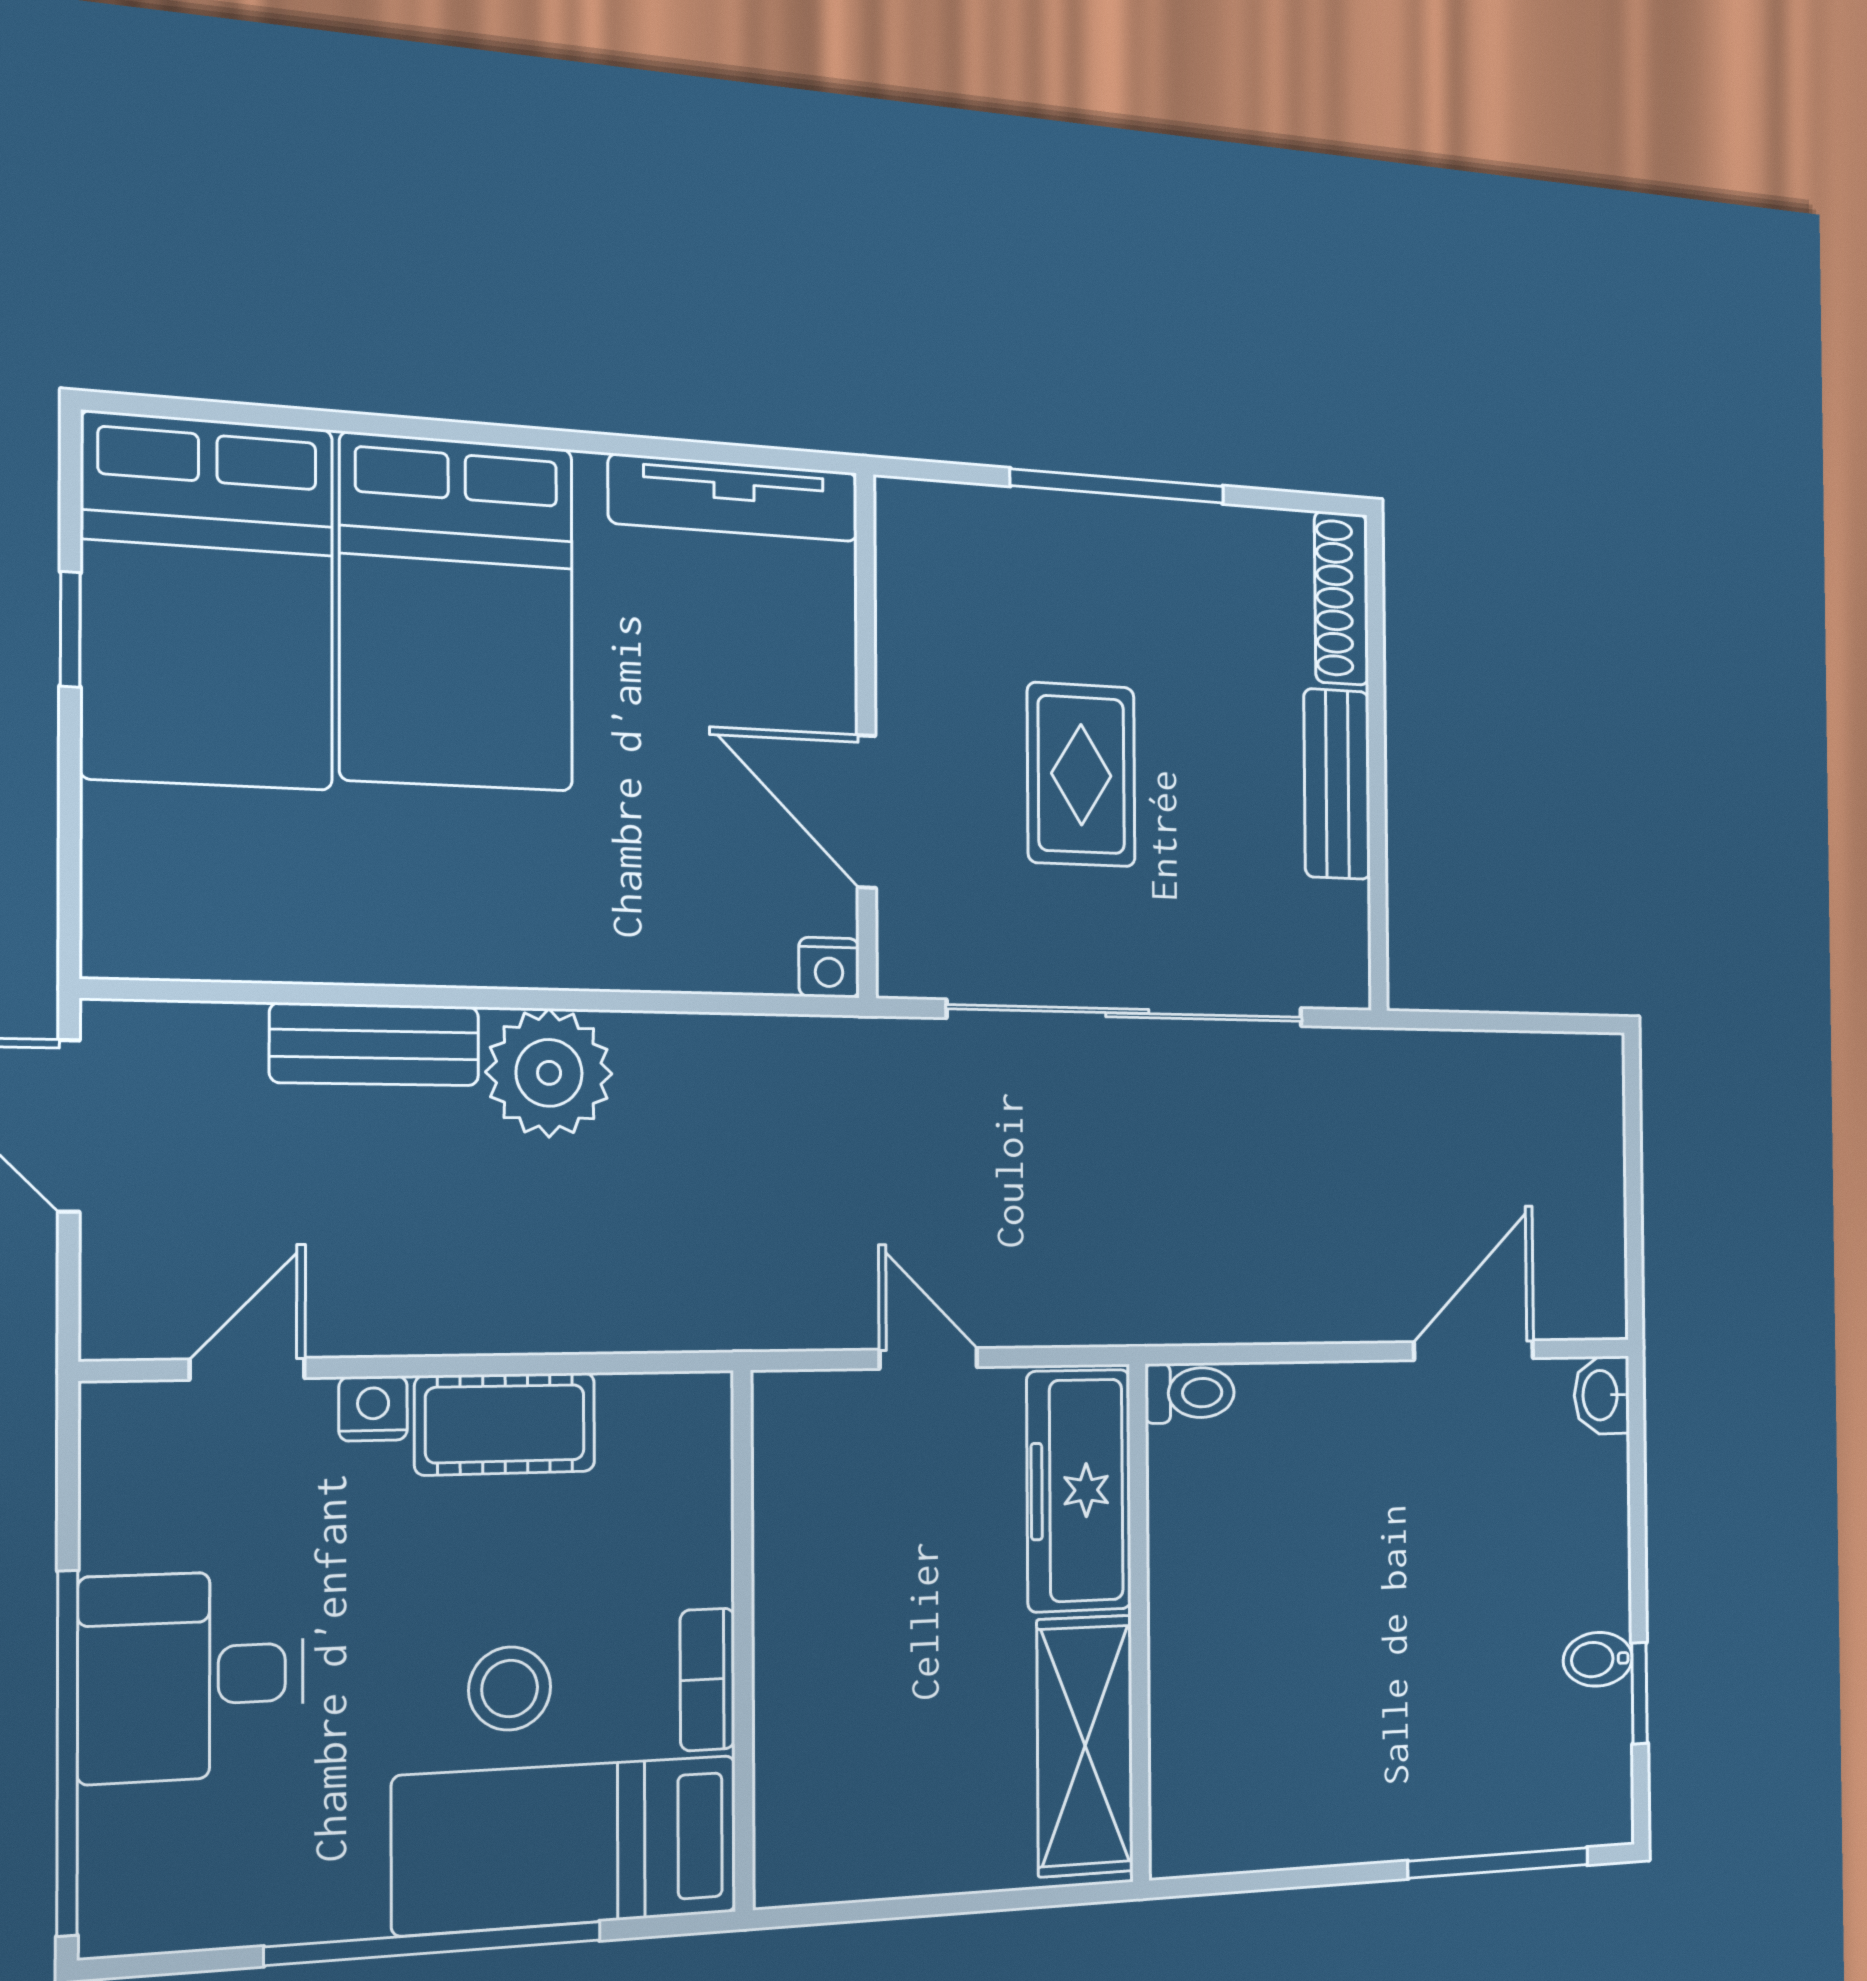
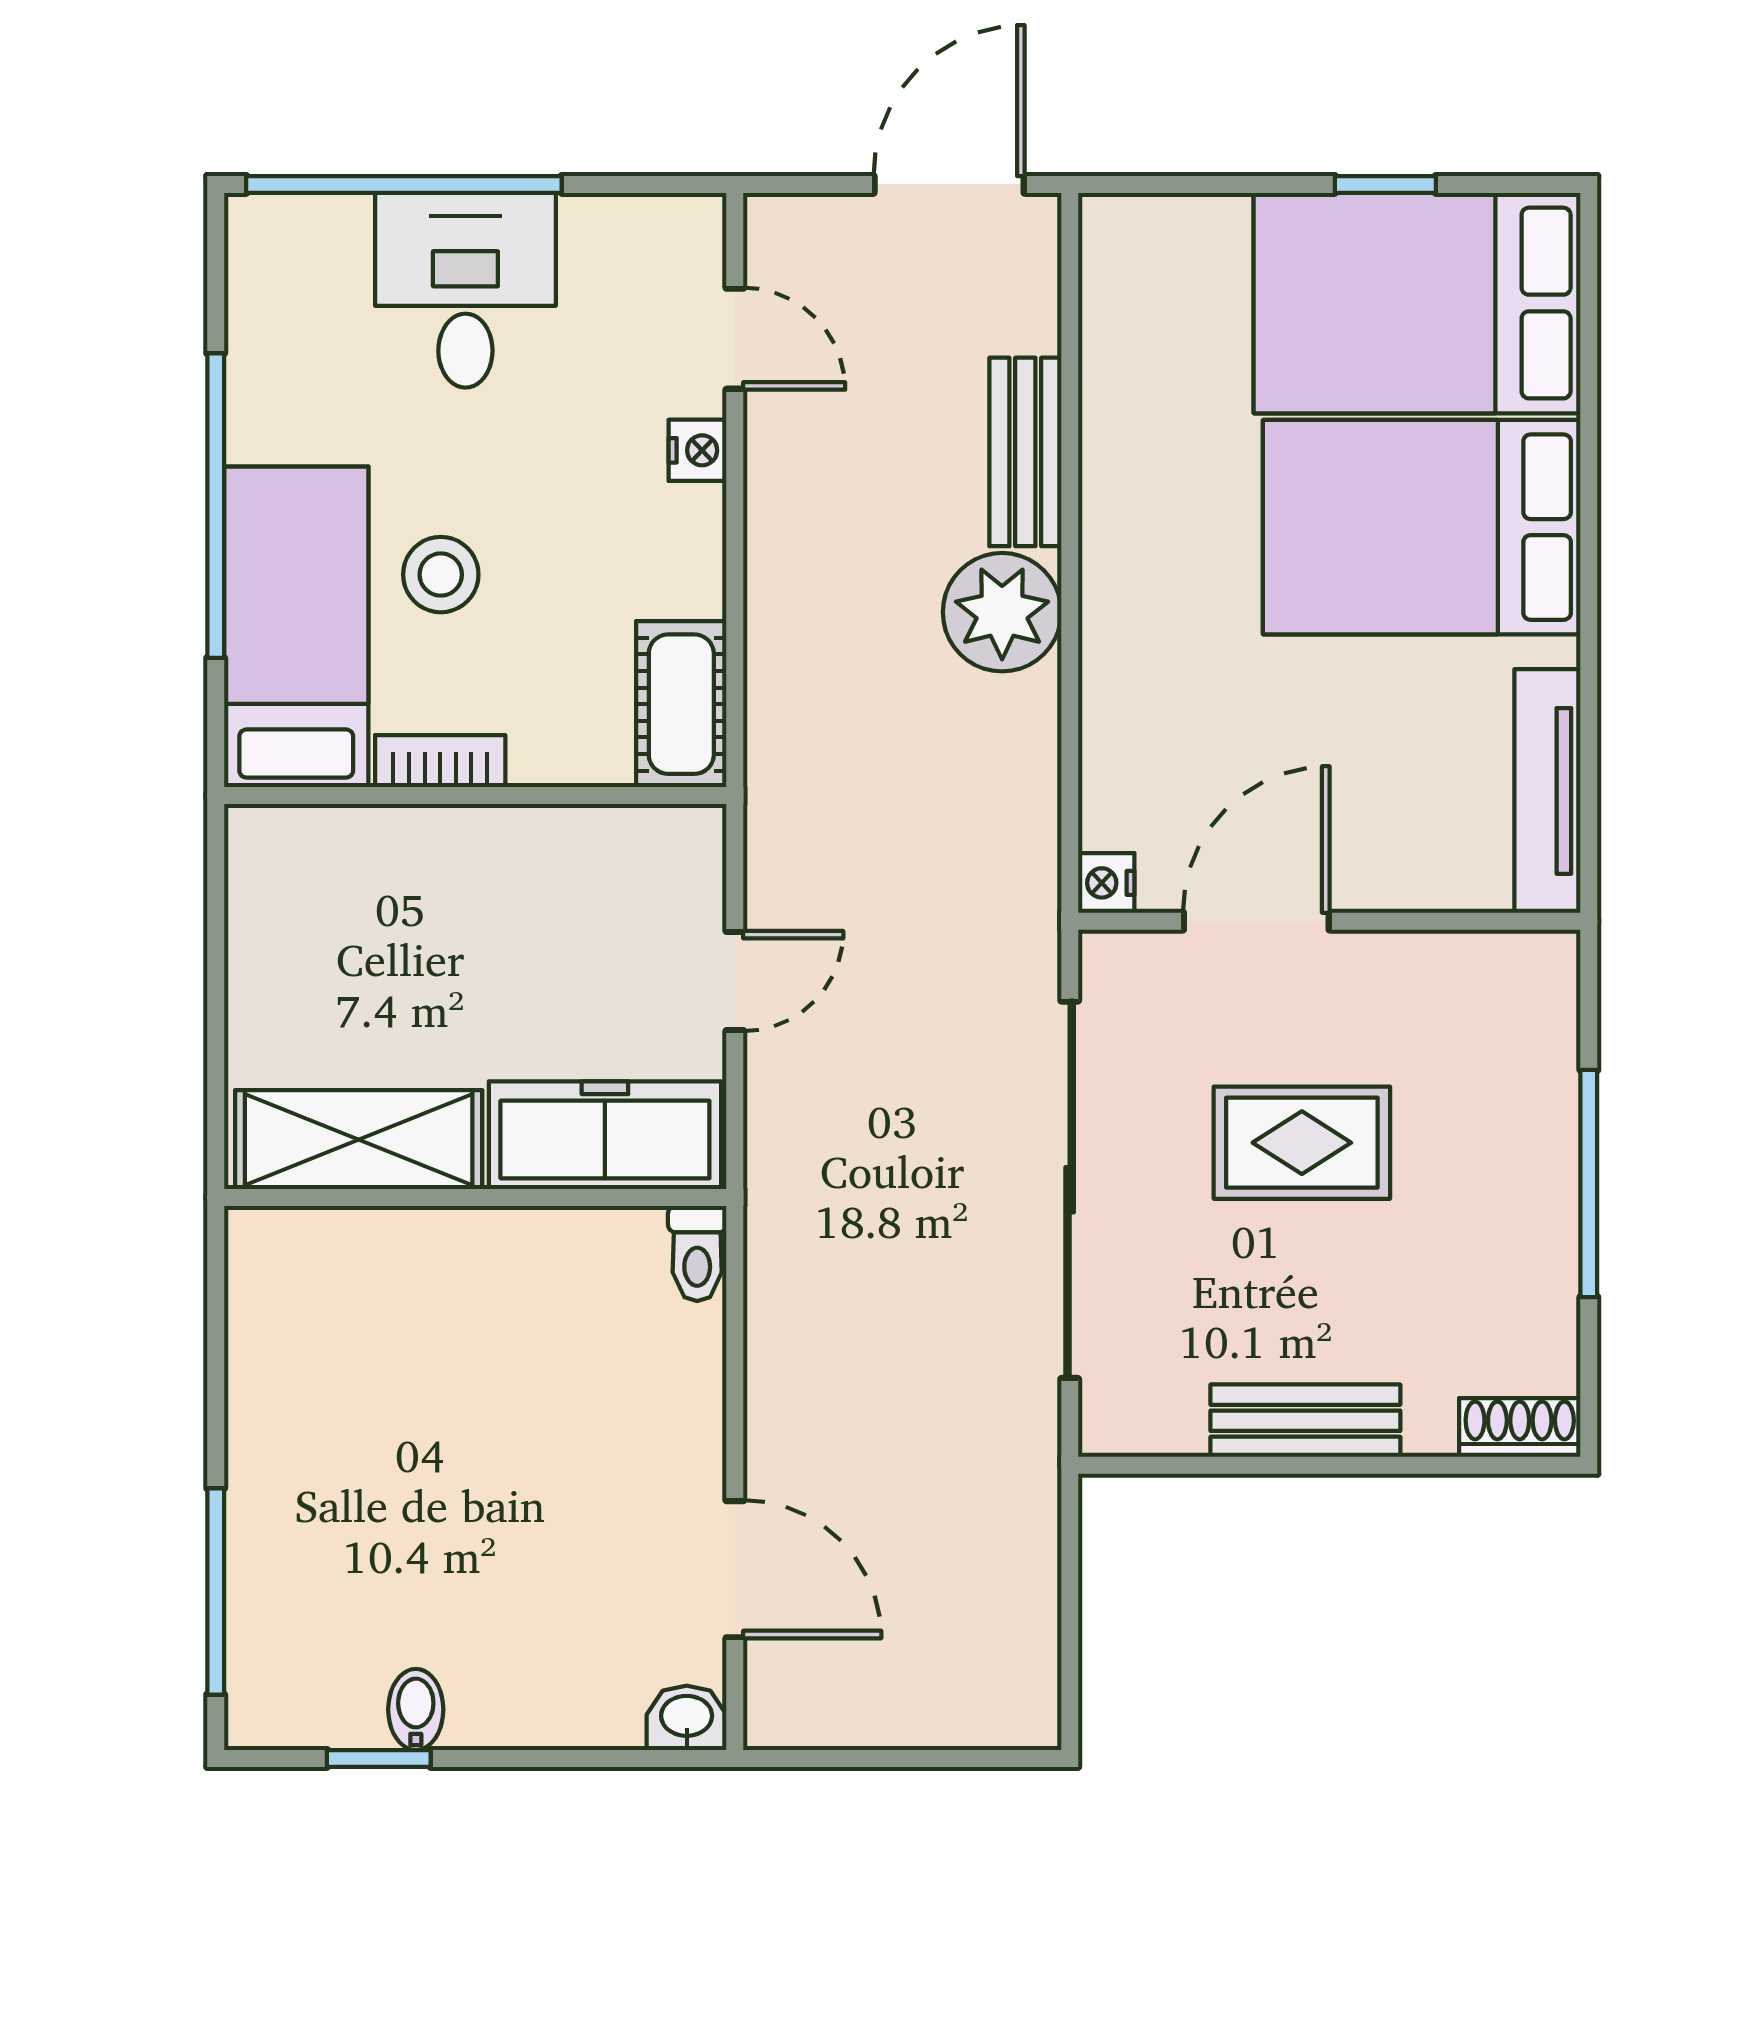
shoe rack: (1341, 598) -> (1520, 1428), width x0.70
cot: (505, 1424) -> (681, 704), moved

